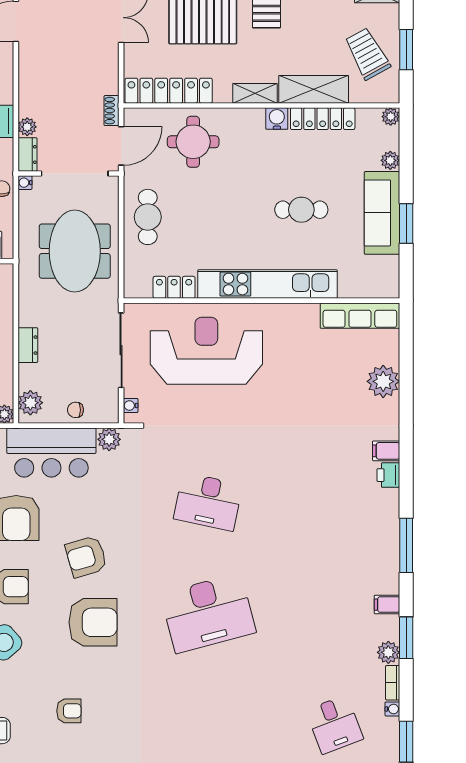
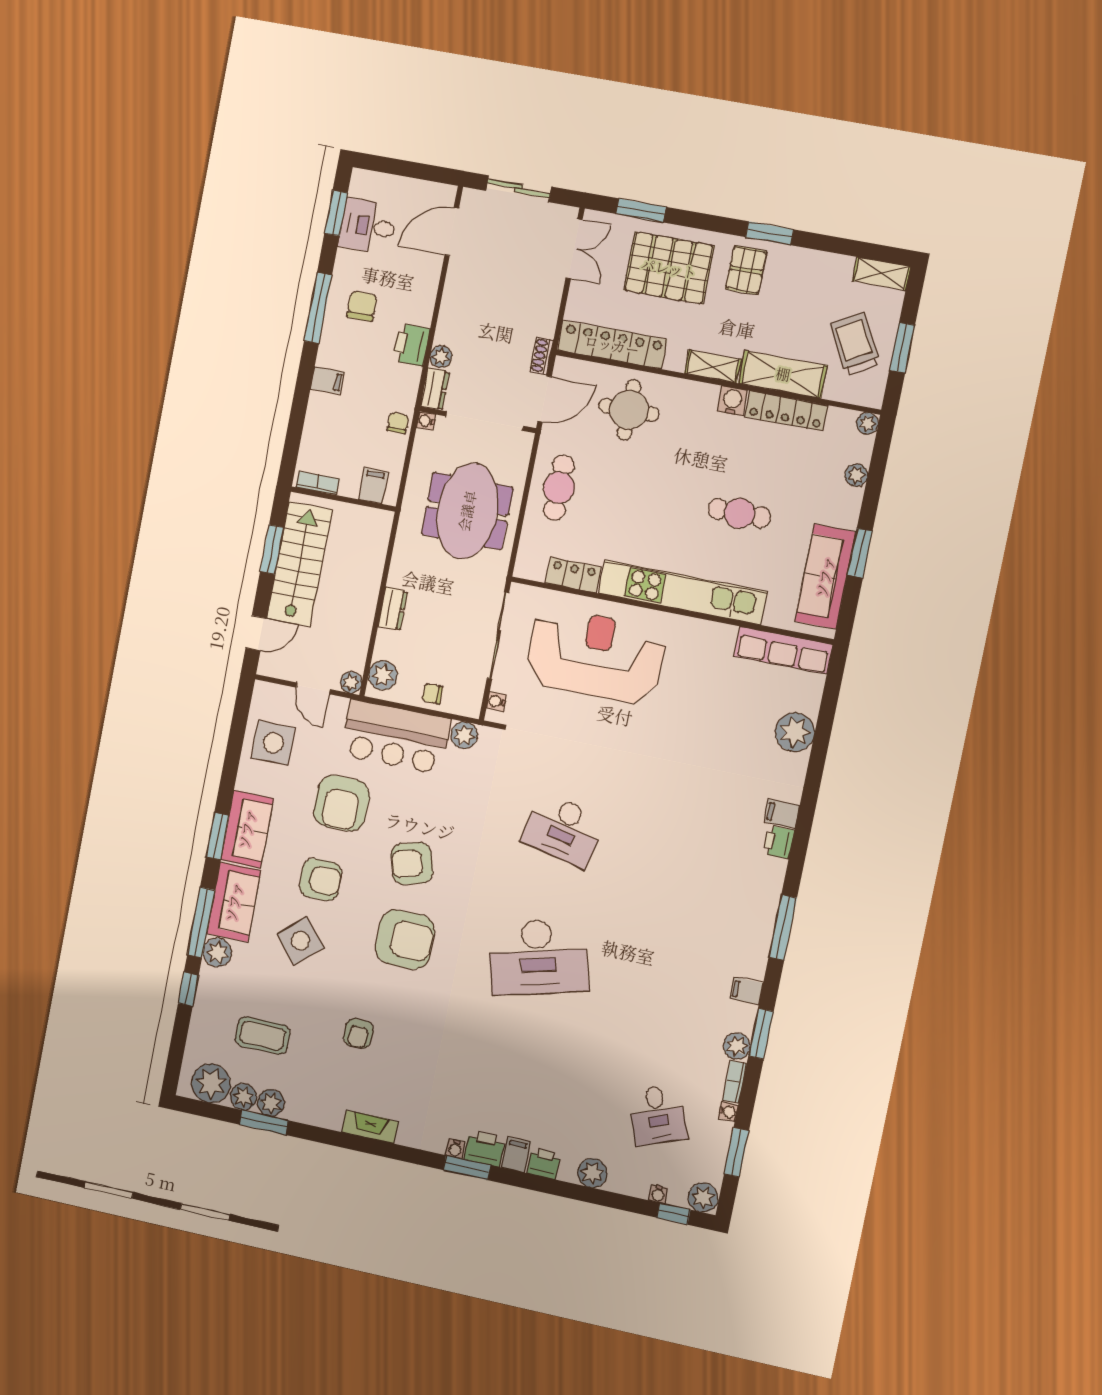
sofa: (382, 213) -> (825, 577), moved
armchair: (69, 711) -> (358, 1033), turned 90

